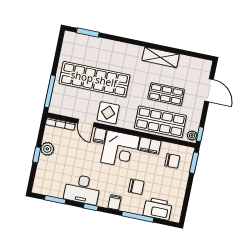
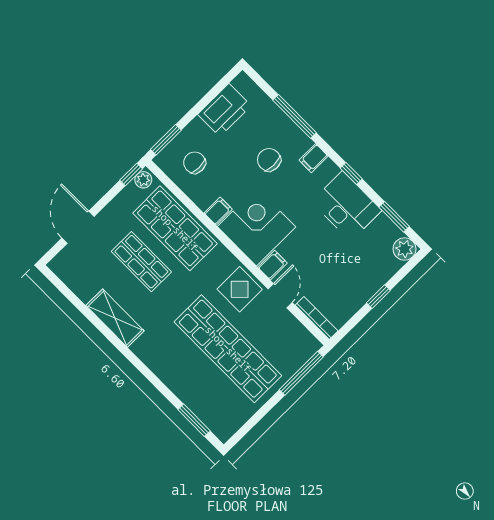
filing cabinet: (150, 146) -> (218, 211), width x0.50
plant: (47, 149) -> (404, 249), moved
printer: (158, 209) -> (224, 110), moved, turned -90

